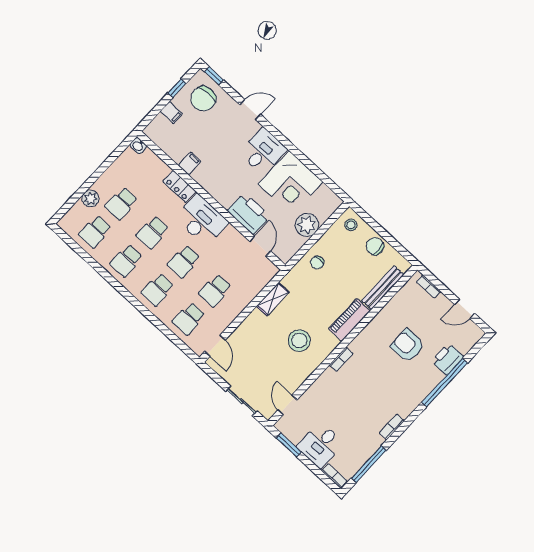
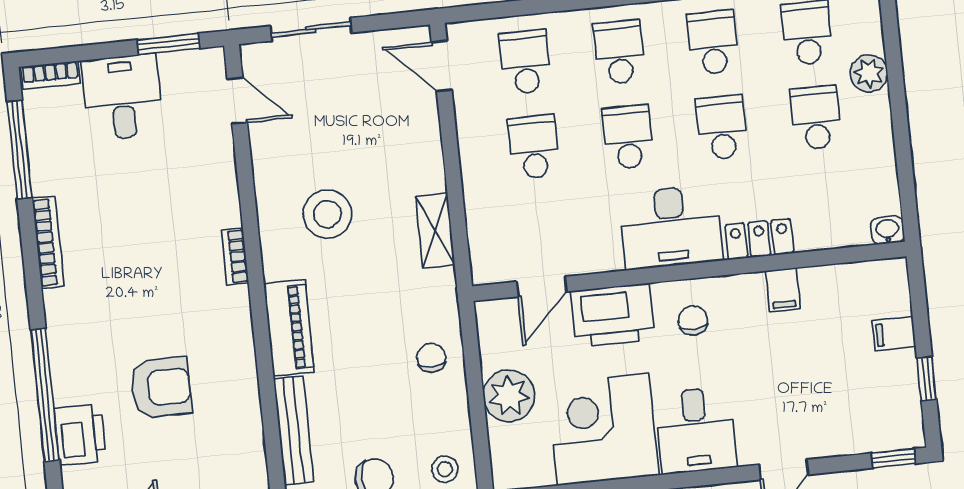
chair: (203, 99) -> (693, 320), moved, width x0.54, depth x0.54
door: (260, 246) -> (542, 287), hinge flipped
bookcase: (392, 427) -> (48, 242), width x1.56

